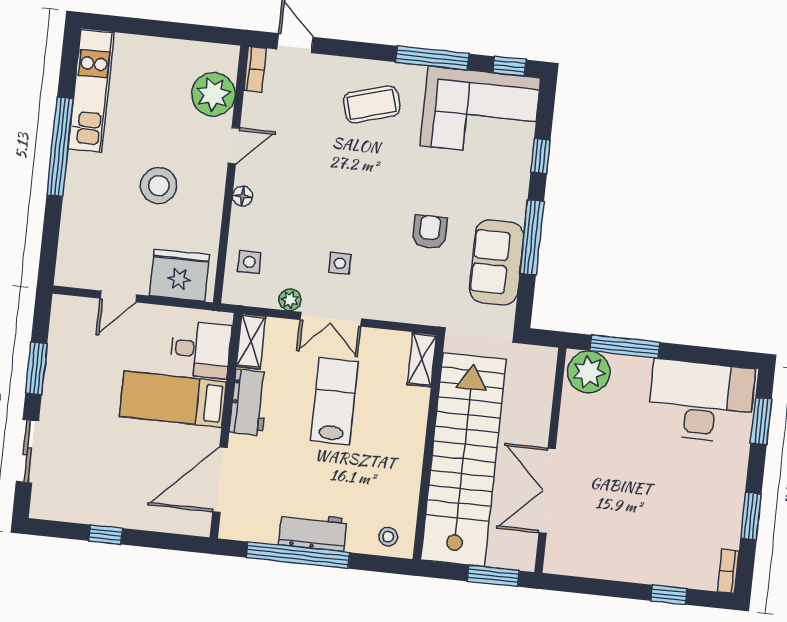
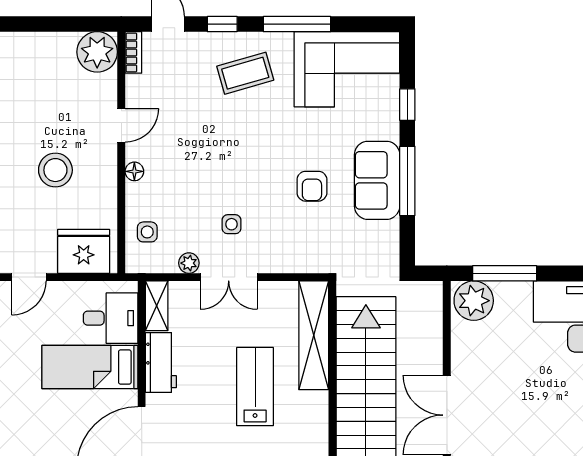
window: (509, 66) -> (222, 24), moved
plant: (213, 94) -> (97, 52), moved
armchair: (430, 232) -> (312, 186), turned 180
sofa: (497, 262) -> (377, 180), moved
shelving: (422, 360) -> (314, 335), width x2.20, depth x1.33
lab bench: (334, 401) -> (255, 387), moved

